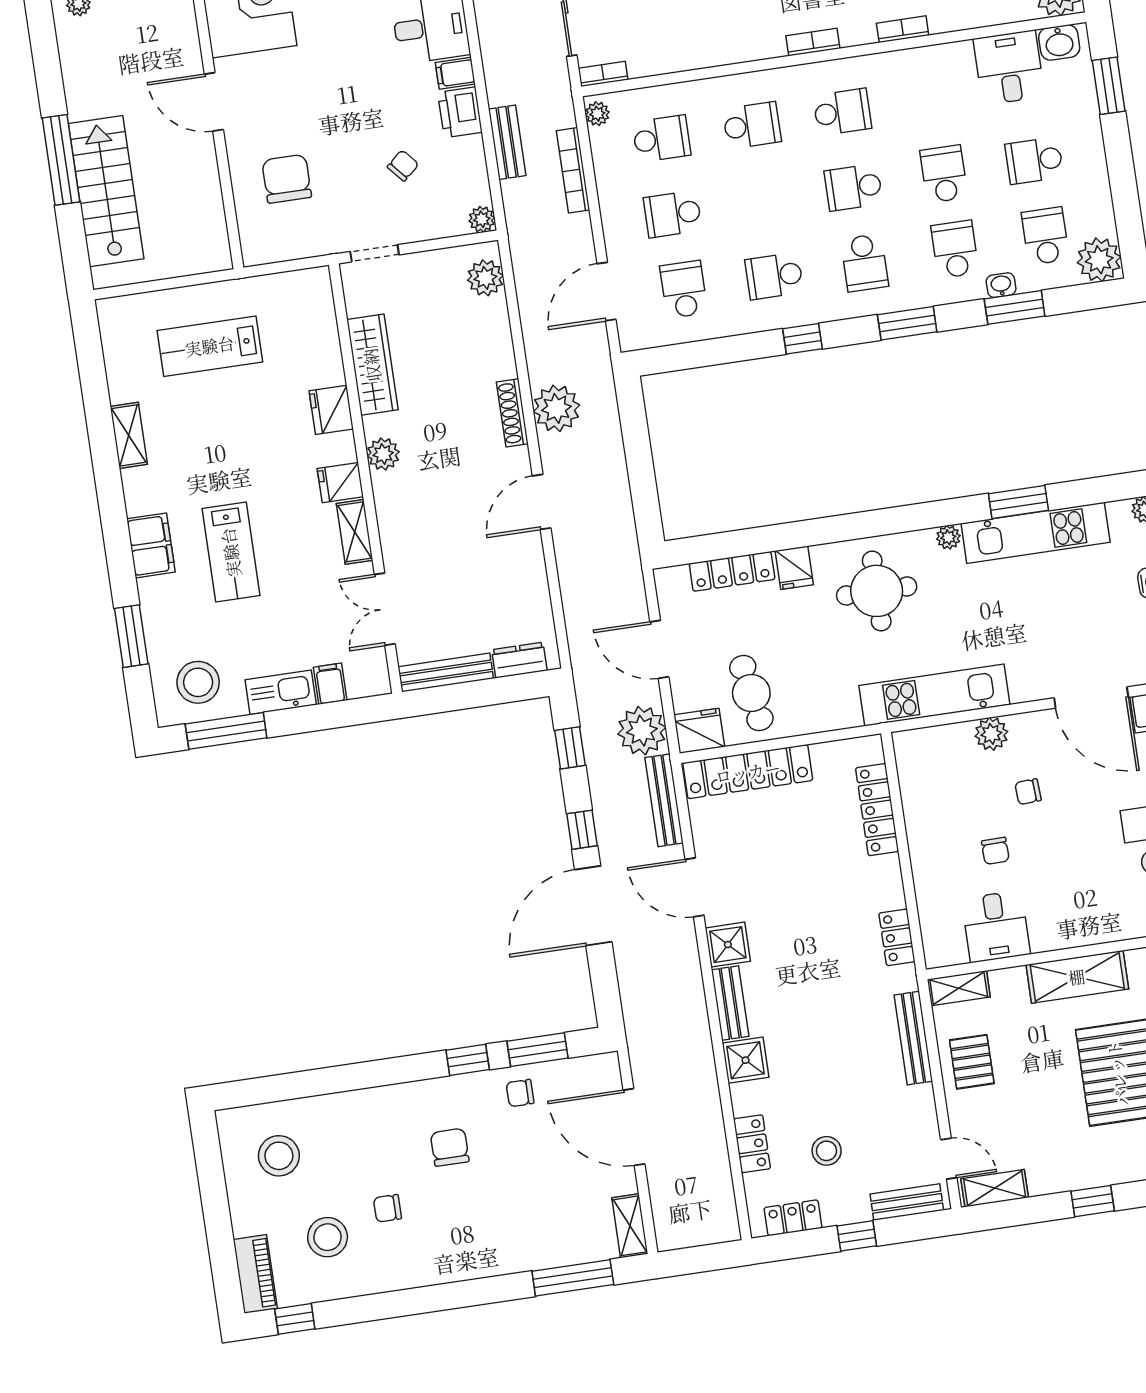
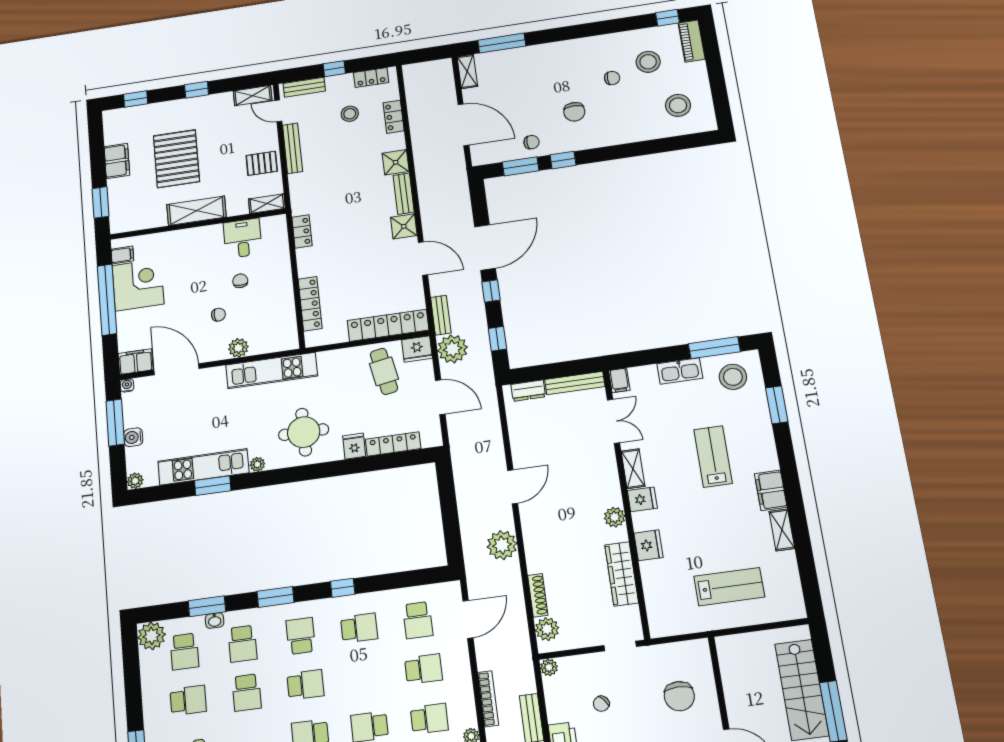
school desk: (662, 139) -> (429, 719), turned 180
shoe rack: (512, 413) -> (538, 595), moved
filing cabinet: (151, 545) -> (771, 490), moved
filing cabinet: (330, 684) -> (619, 380), moved
bench: (664, 800) -> (441, 315), width x0.73
bench: (913, 1038) -> (293, 148), moved
pallet: (972, 1062) -> (262, 163), turned 90

